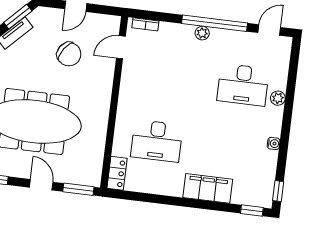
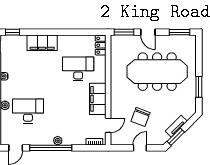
chair: (69, 54) -> (140, 117), turned -104
filing cabinet: (132, 90) -> (98, 99), added

